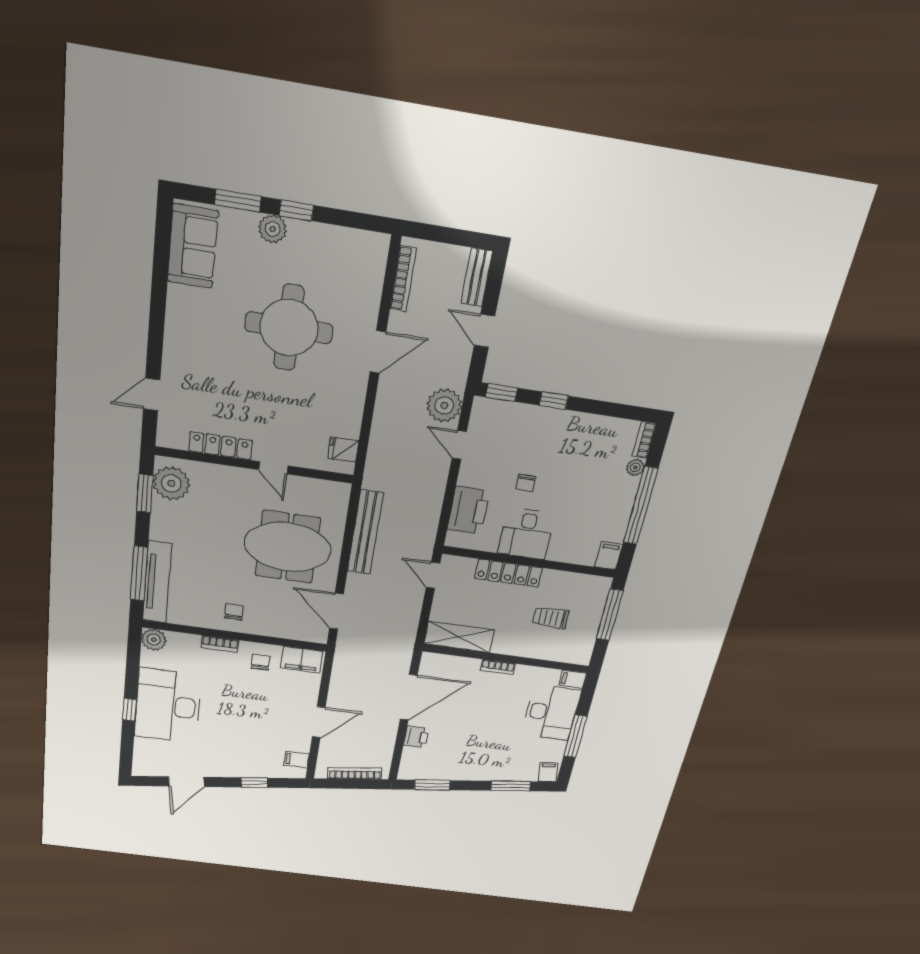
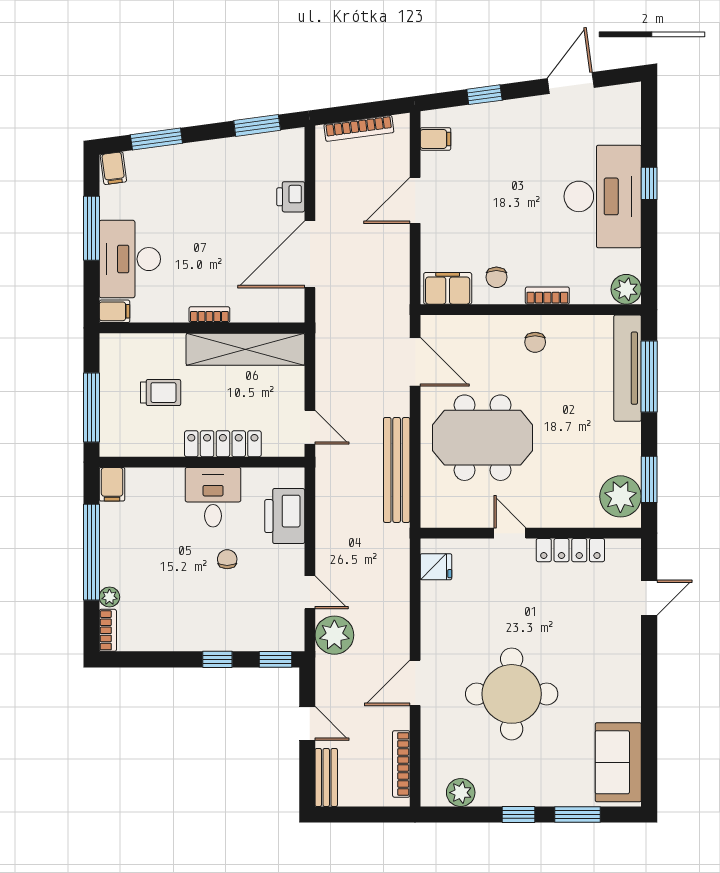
plant: (273, 229) -> (461, 793), moved
shelving: (459, 637) -> (245, 349), width x1.47

